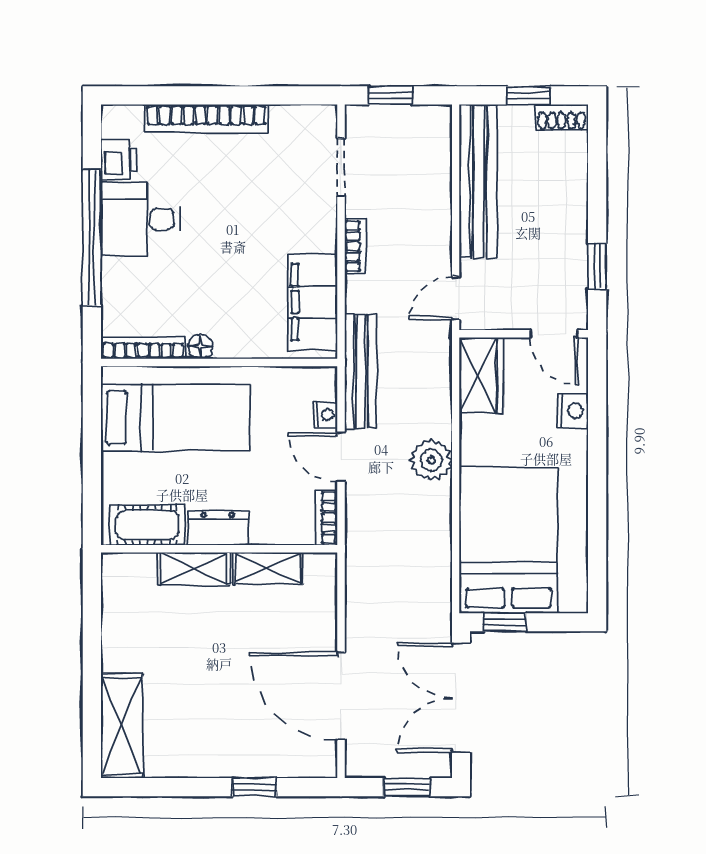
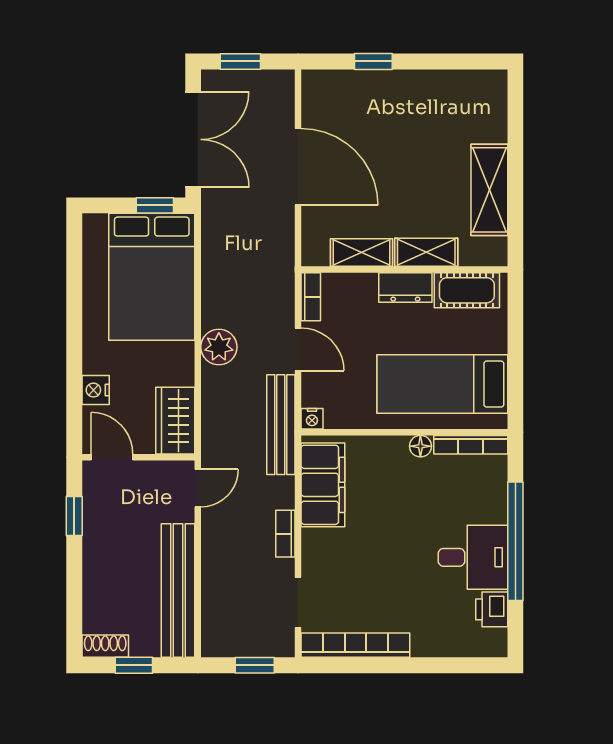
bookcase: (206, 119) -> (355, 645), moved
nightstand: (326, 415) -> (312, 419), moved, turned -90
door: (341, 696) -> (298, 167), moved
shelving: (122, 726) -> (489, 190), moved

